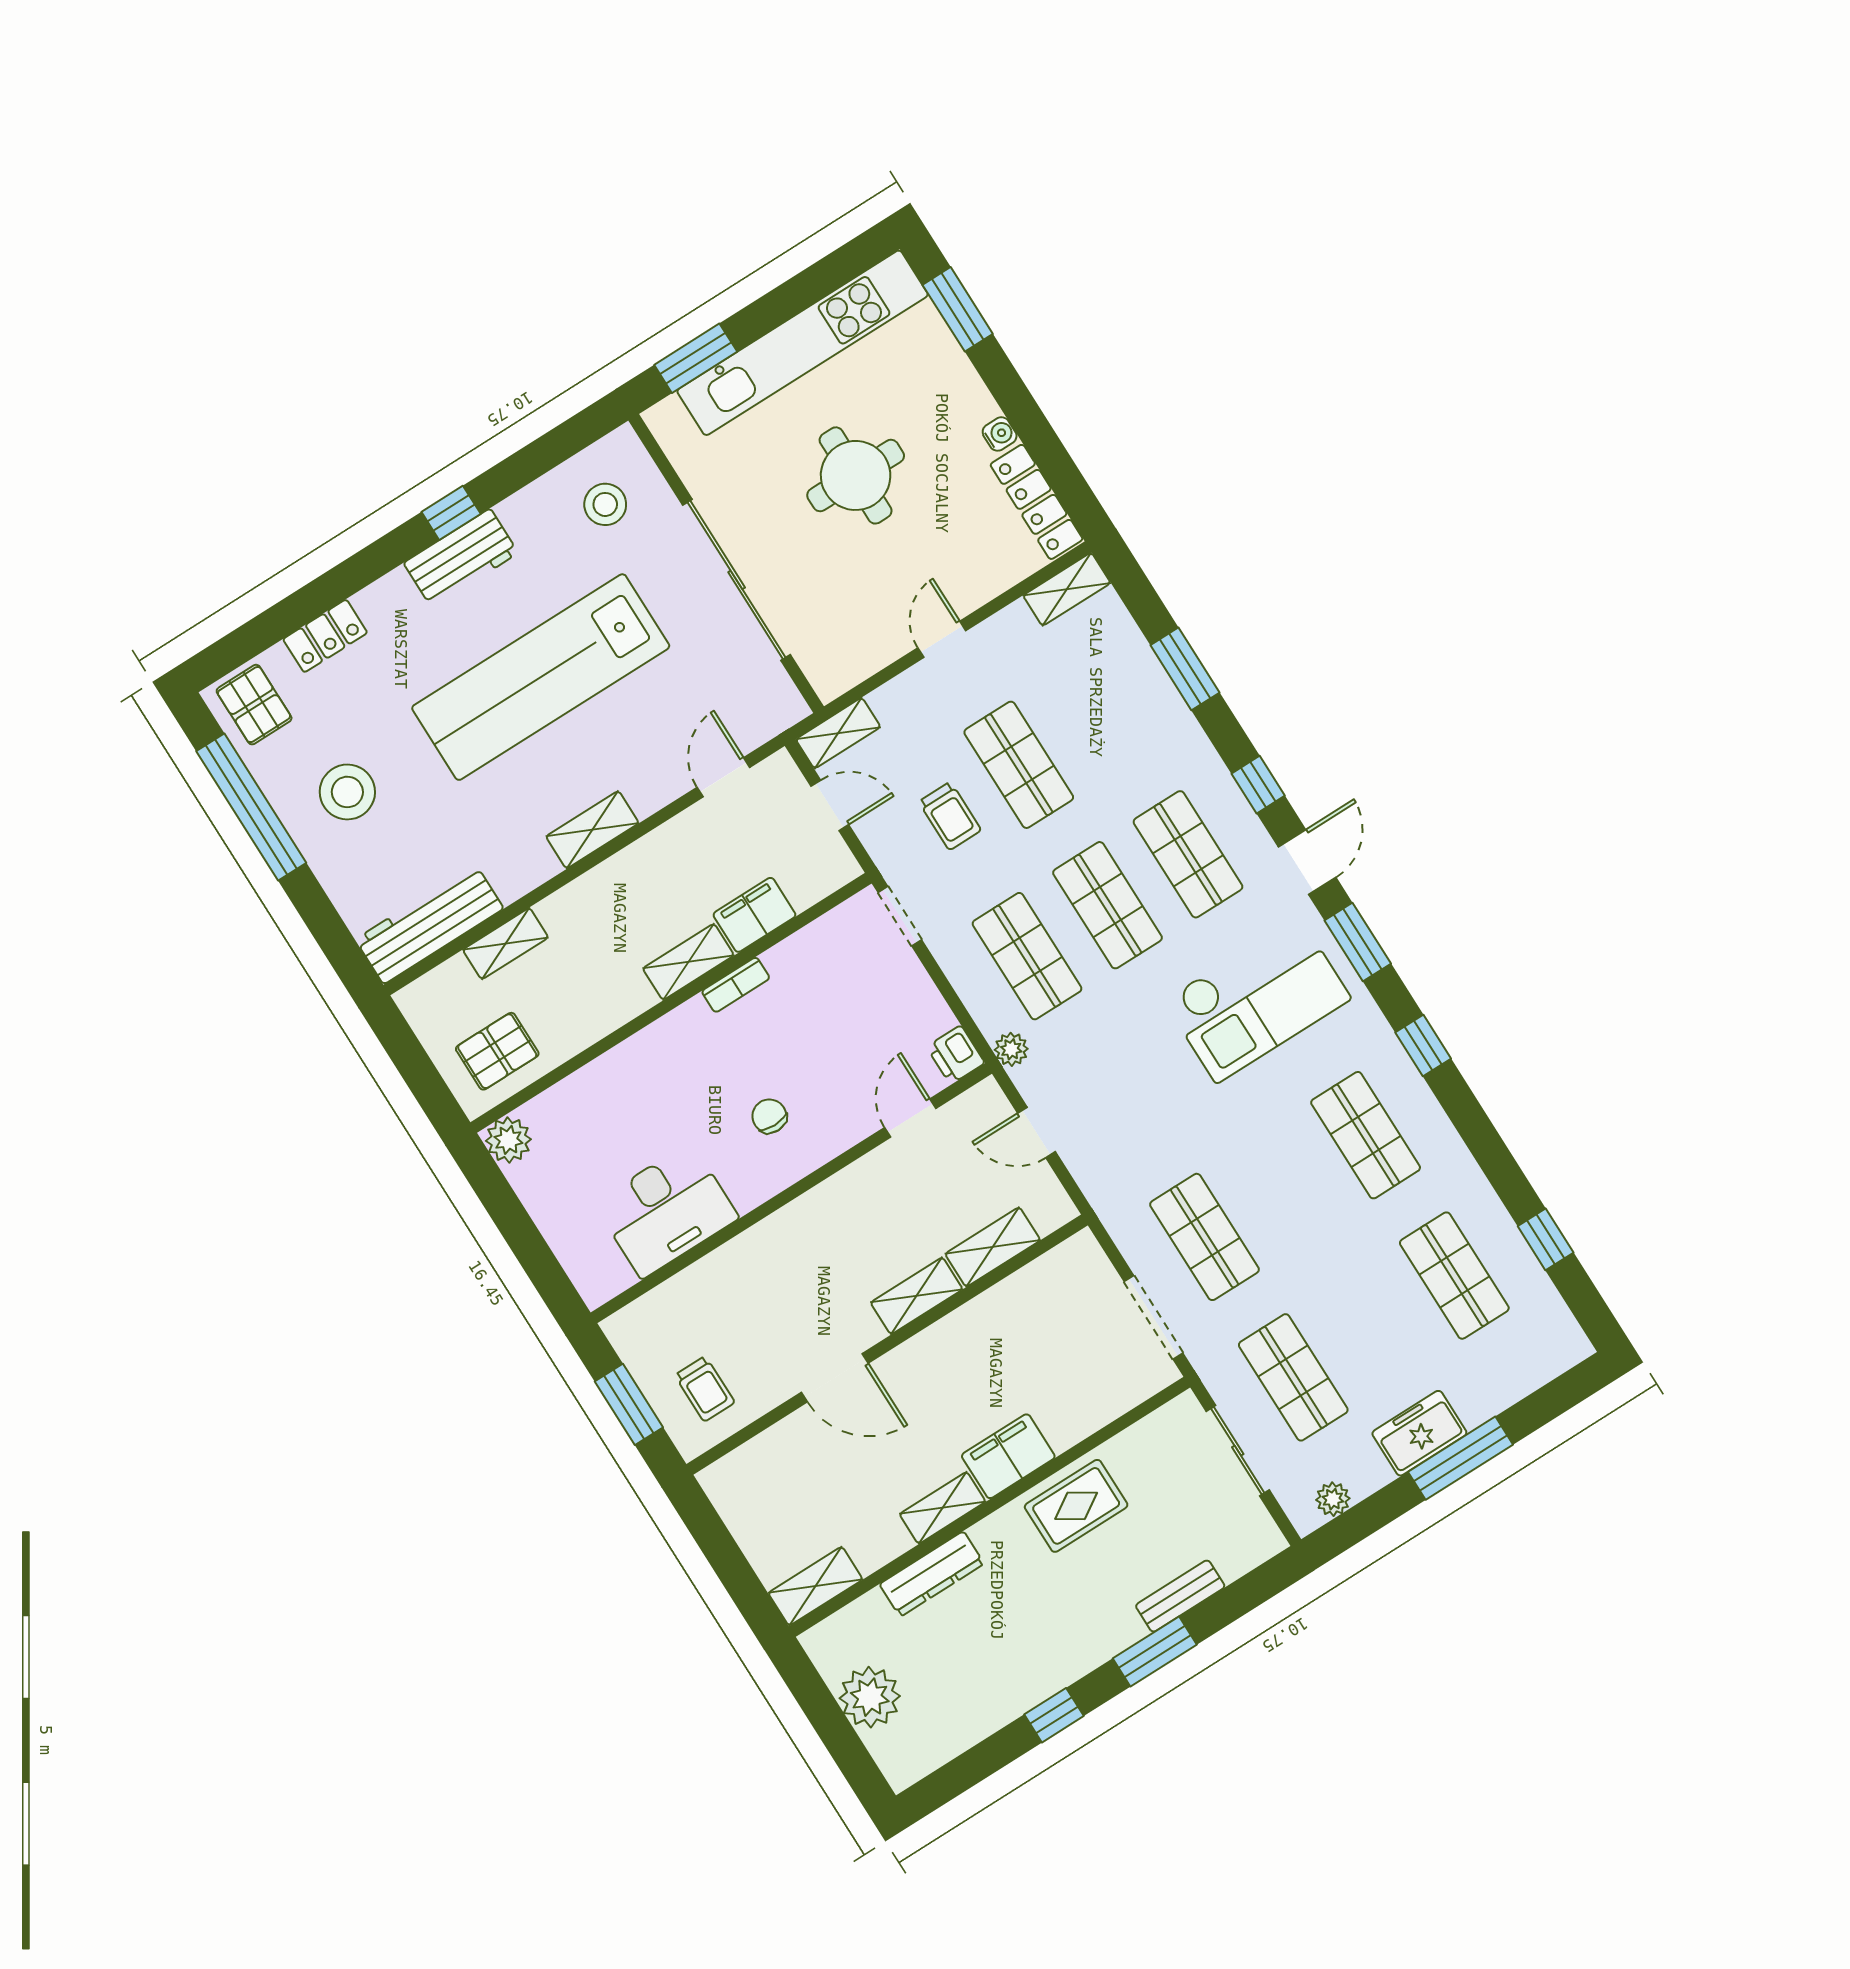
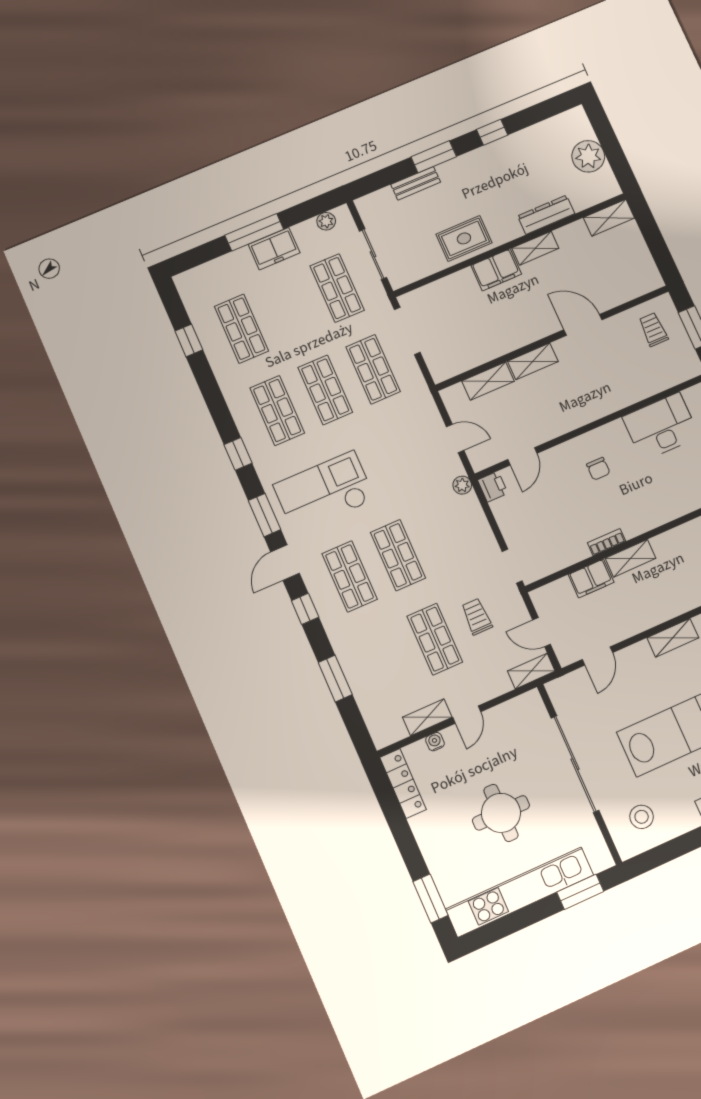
water cooler: (1000, 434) -> (435, 742), moved, turned 90
shelving: (1067, 589) -> (427, 717), moved
shop shelf: (1027, 956) -> (325, 390), moved

